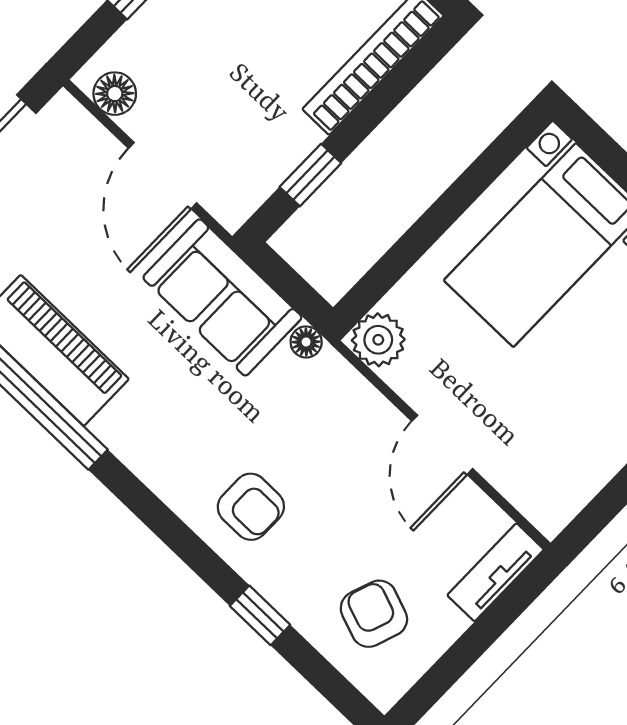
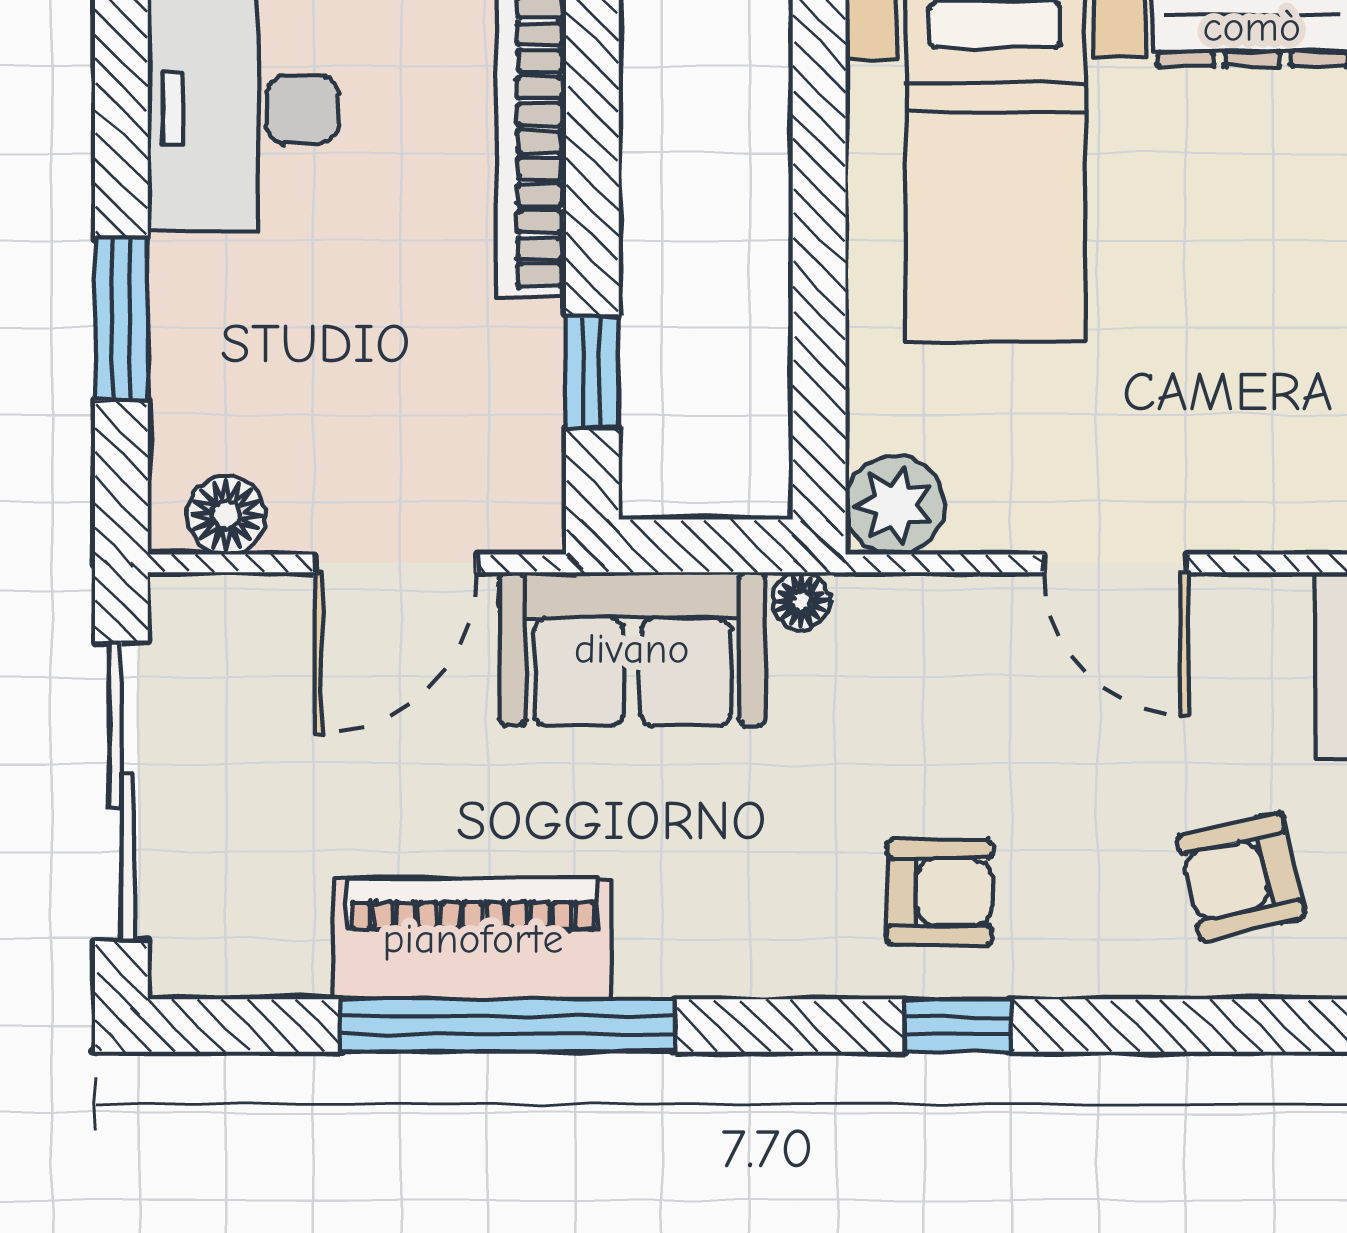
door: (163, 176) -> (396, 563), hinge flipped
armchair: (374, 614) -> (1241, 877), turned -33
window: (260, 615) -> (957, 1026), moved

